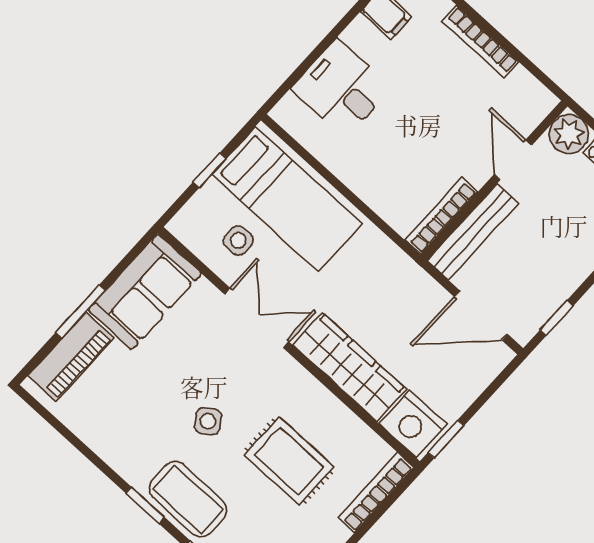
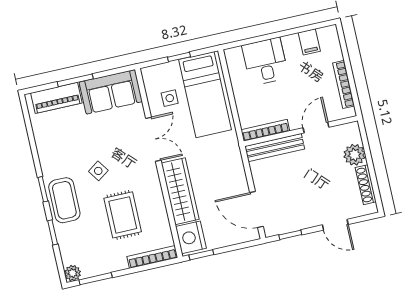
door: (513, 160) -> (316, 128), moved
wall: (494, 181) -> (301, 131), moved
bookcase: (441, 216) -> (265, 130), moved
bench: (473, 232) -> (275, 148), moved

